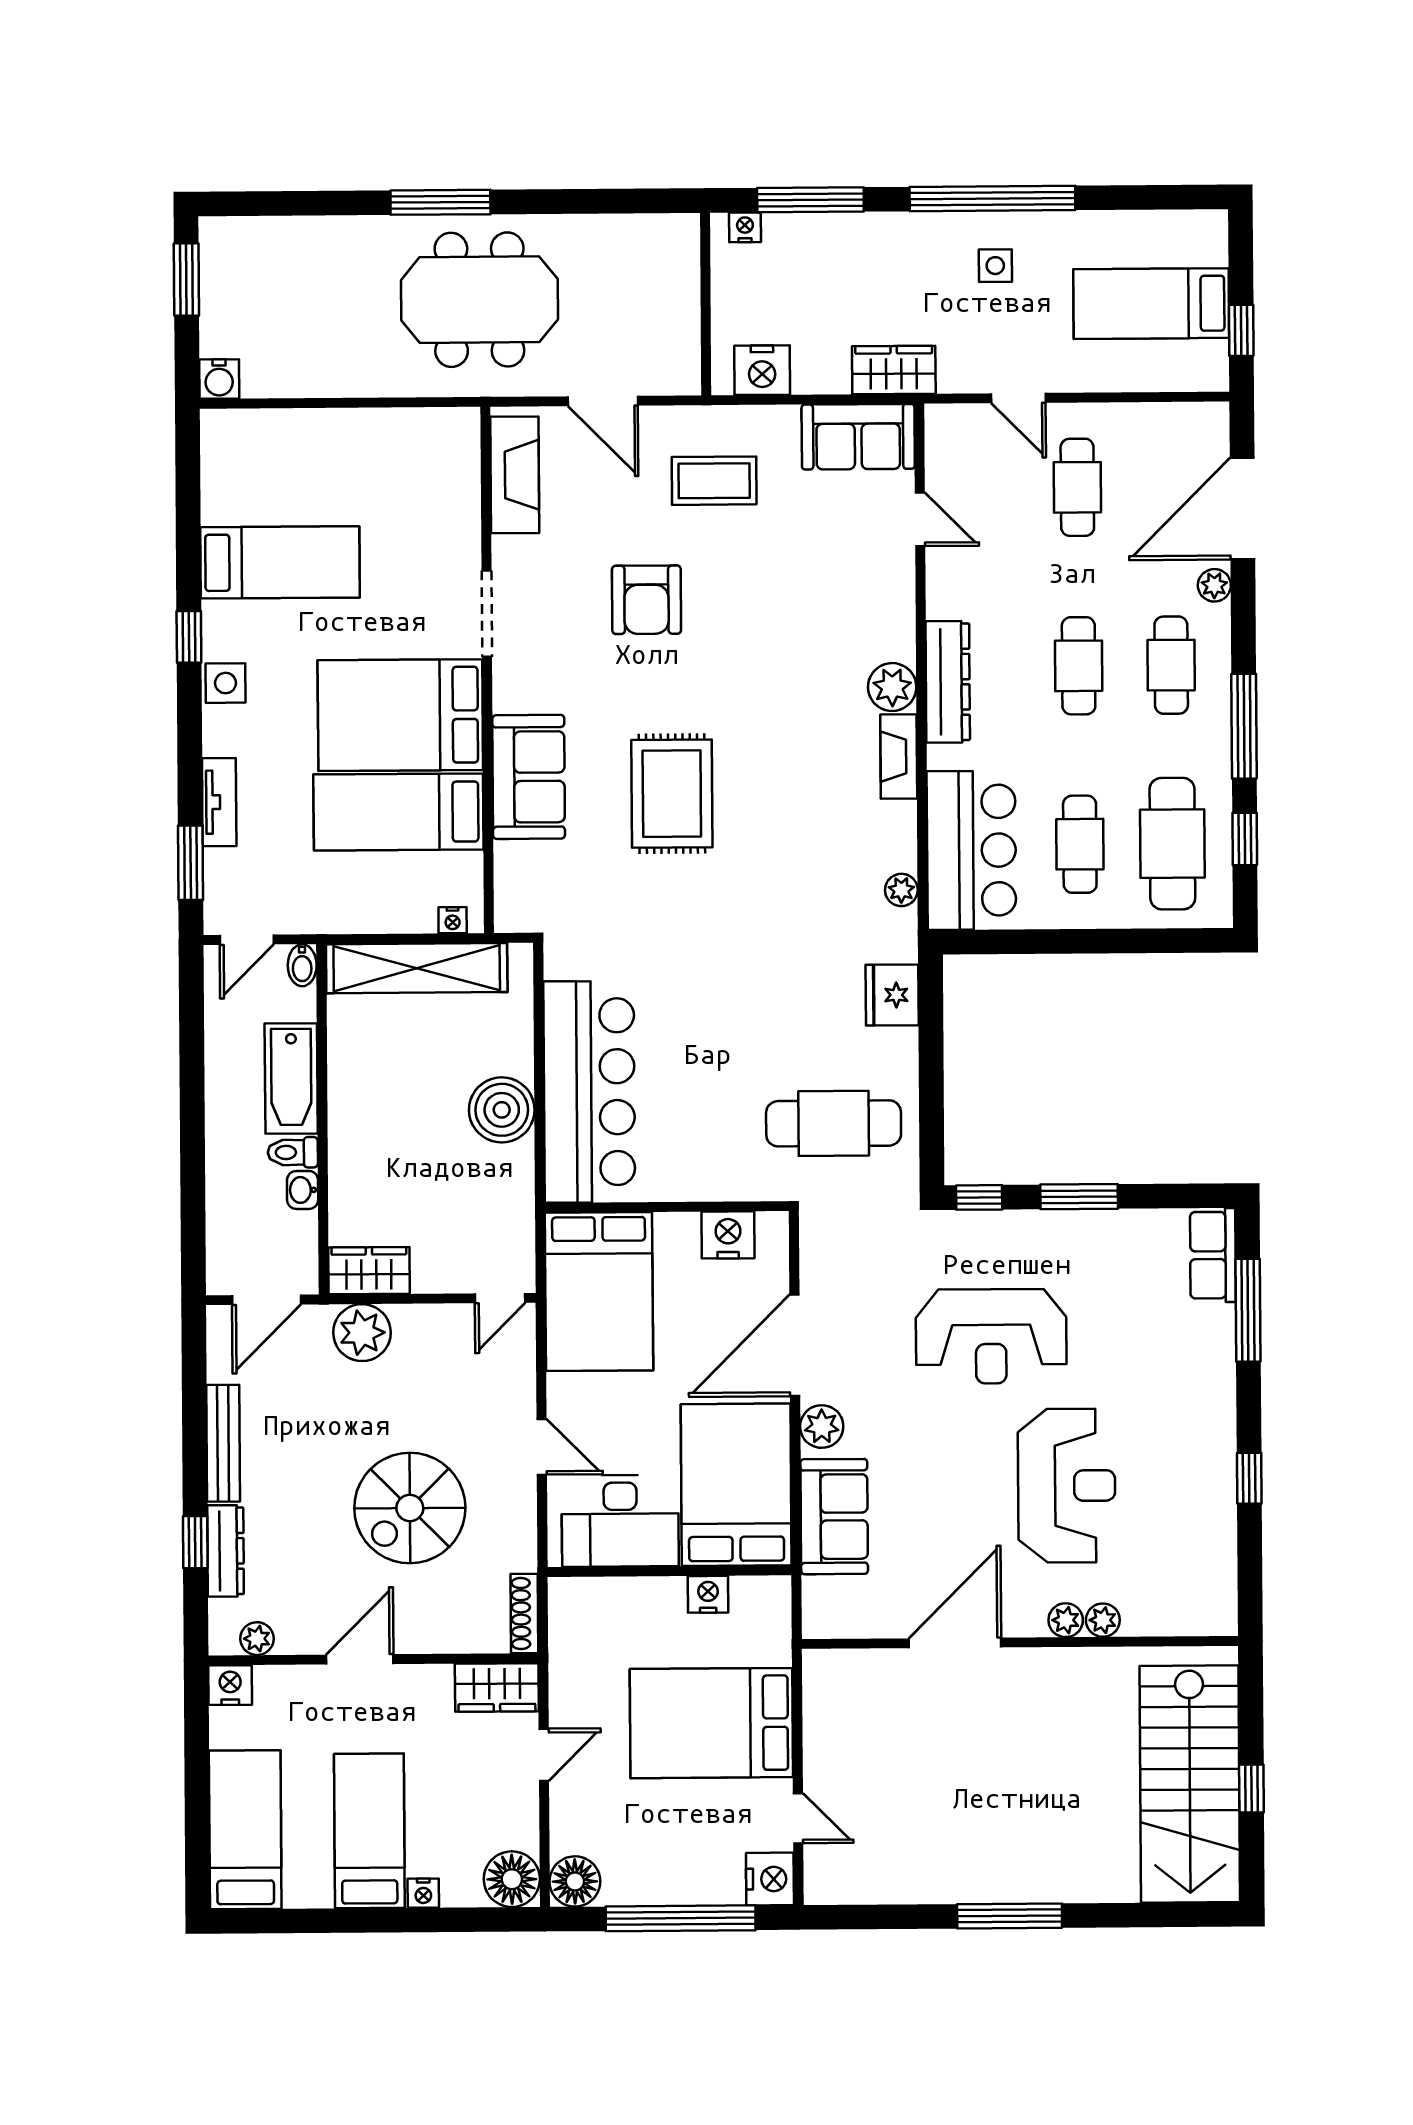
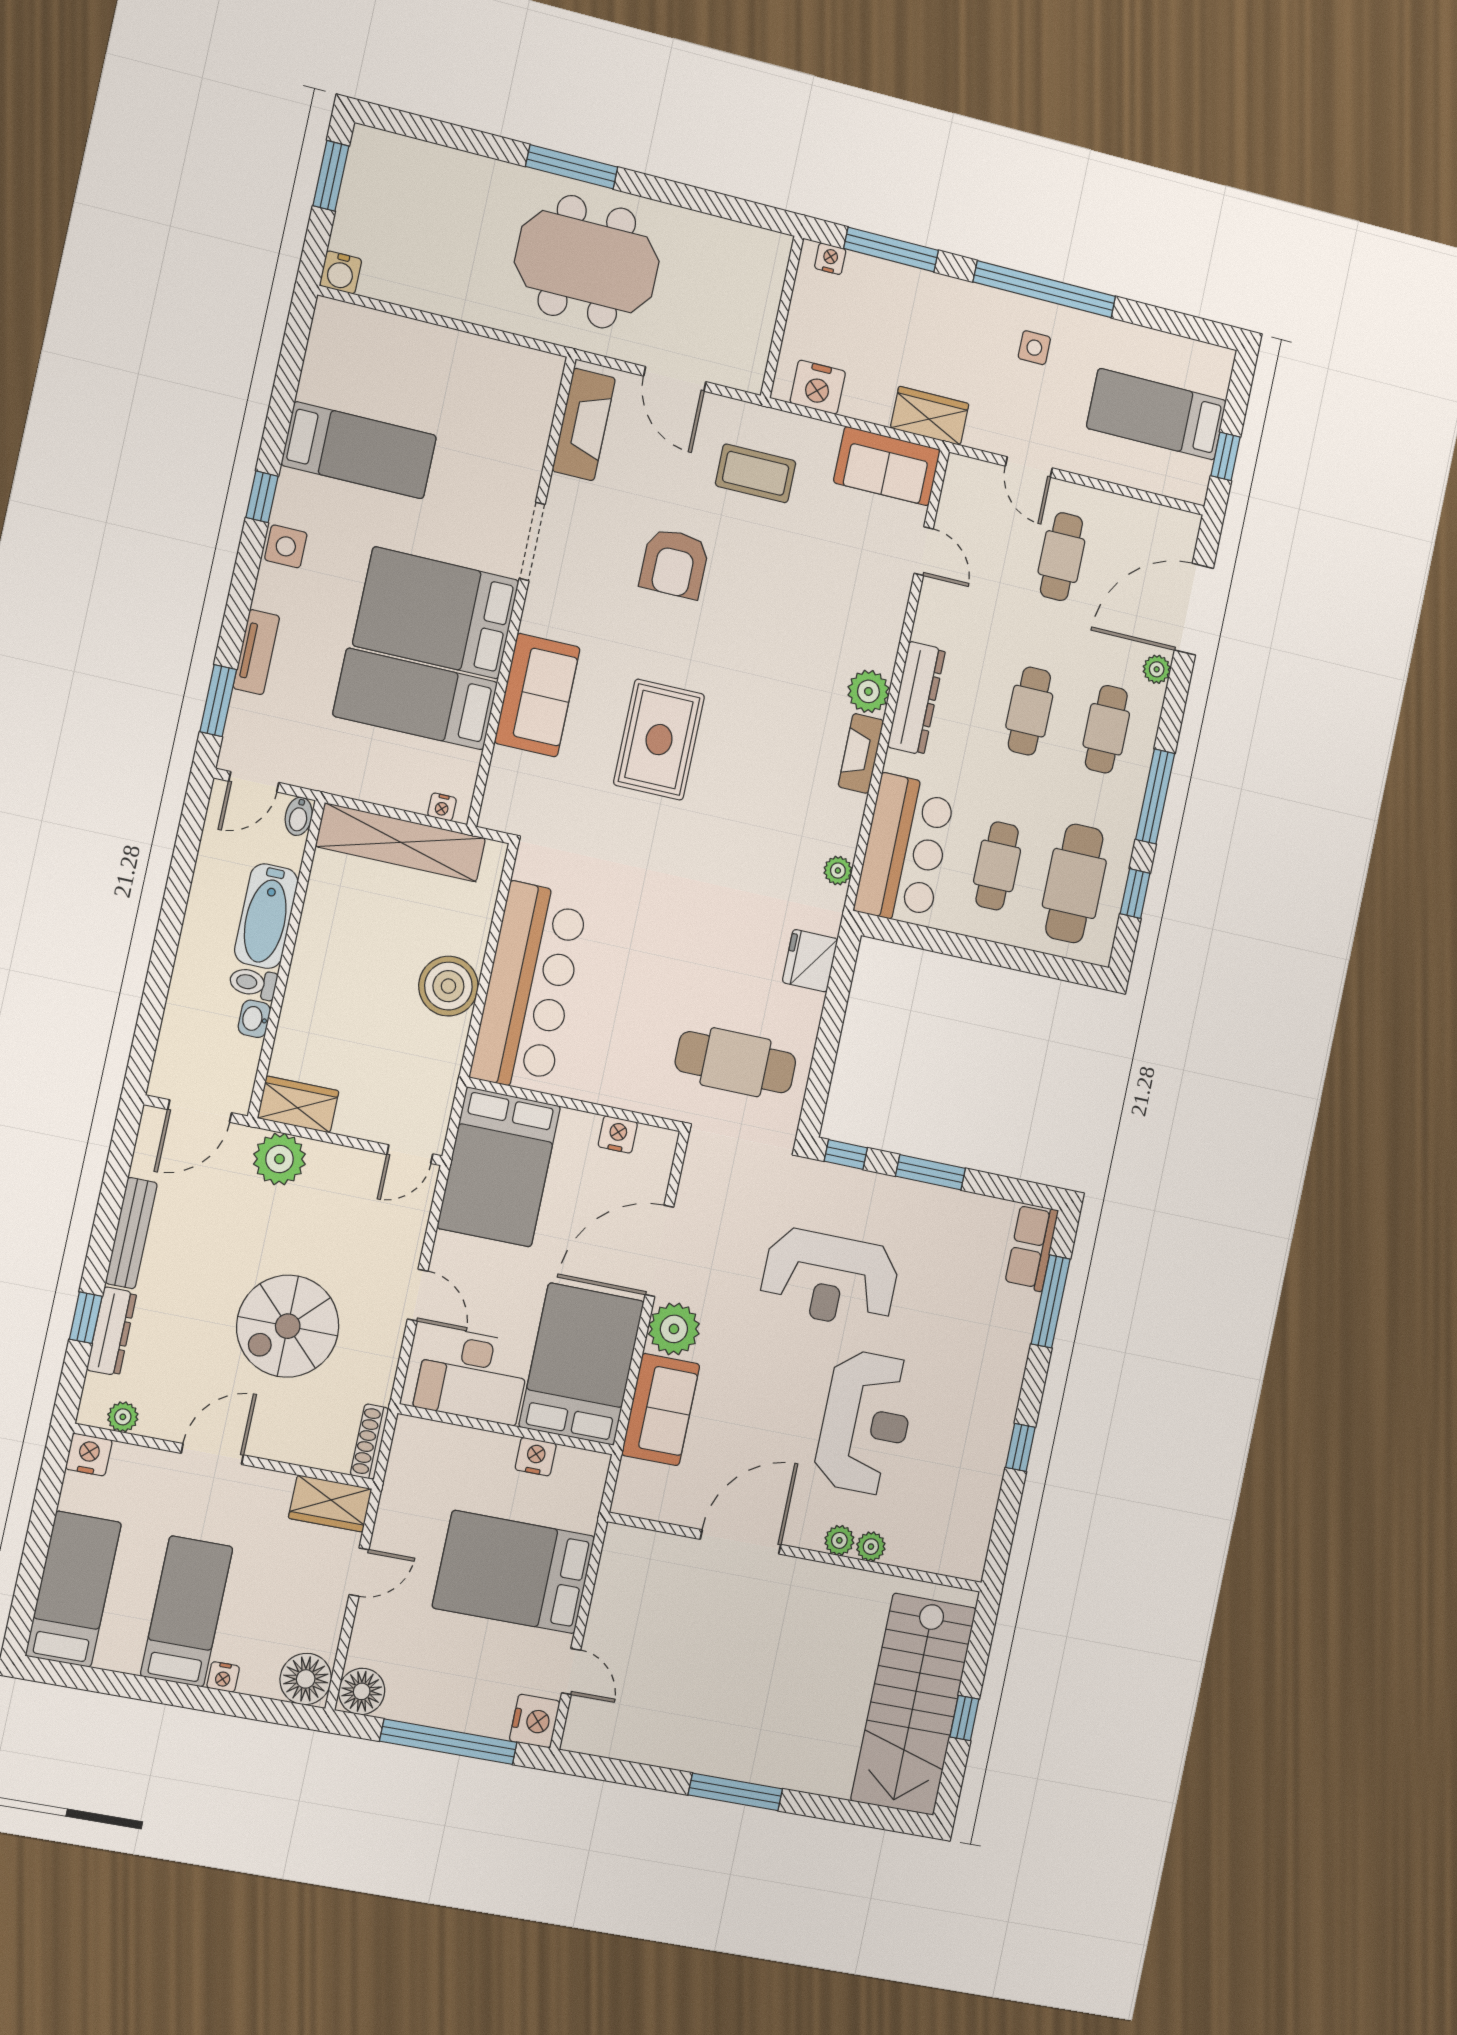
nightstand: (728, 1235) -> (618, 1134), width x0.74, depth x0.75
plant: (822, 1427) -> (674, 1329), width x1.36, depth x1.36

